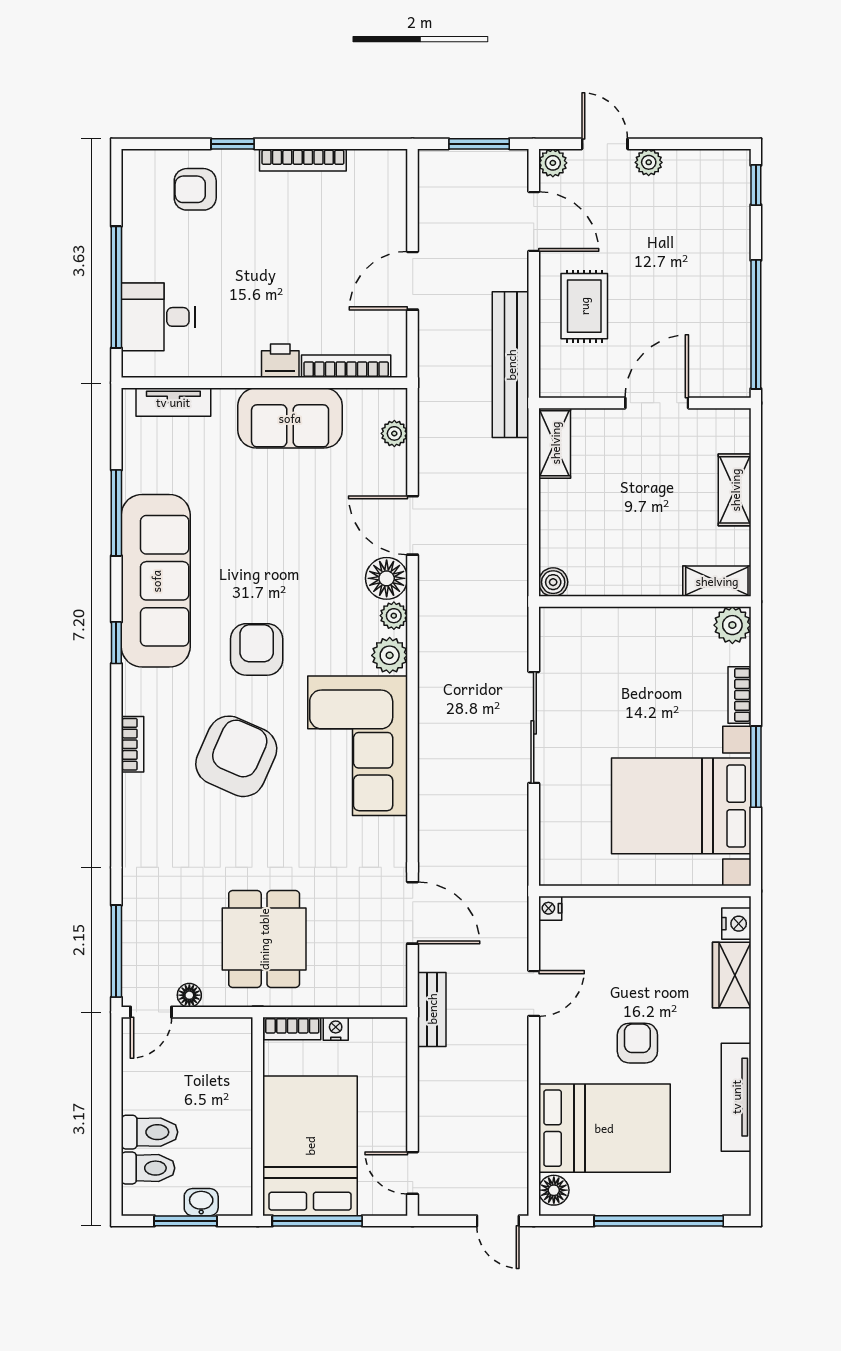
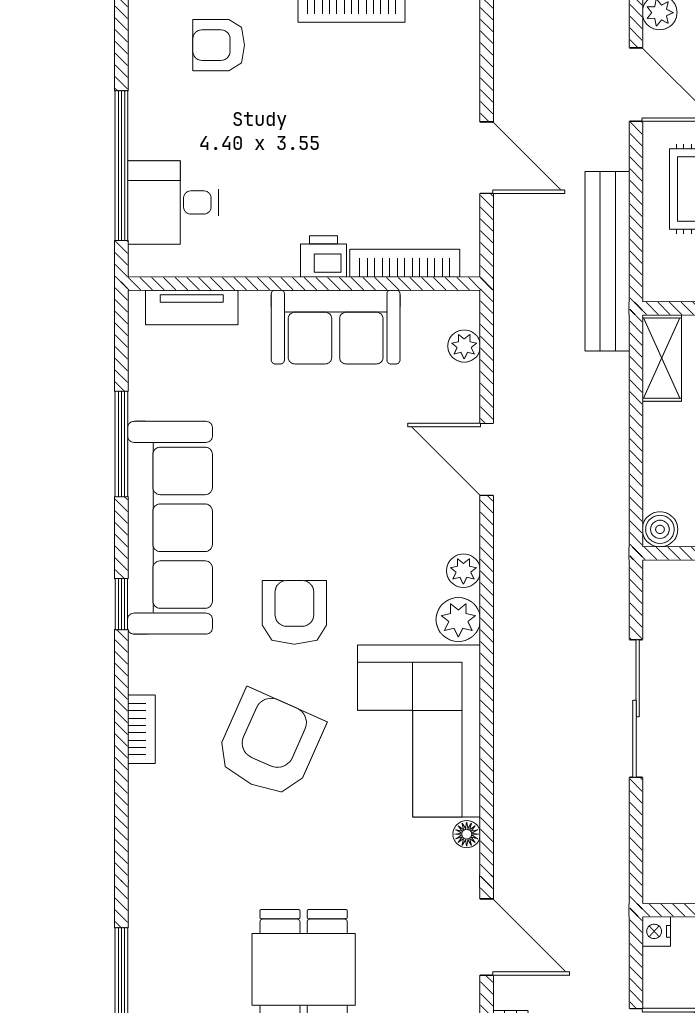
door: (413, 281) -> (487, 158), swing flipped
floor lamp: (387, 578) -> (467, 834), moved, width x0.53, depth x0.53

